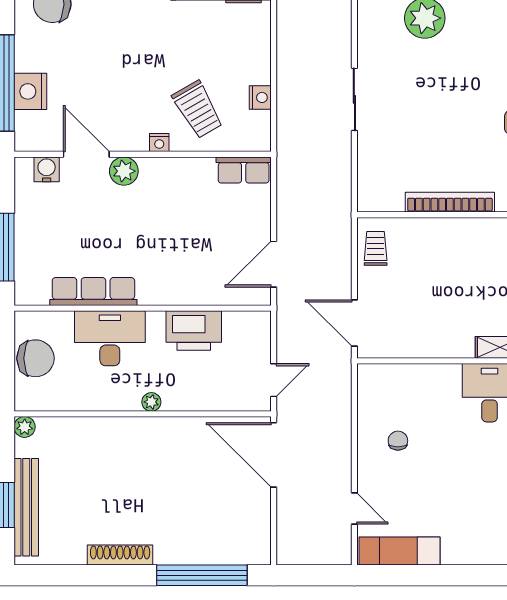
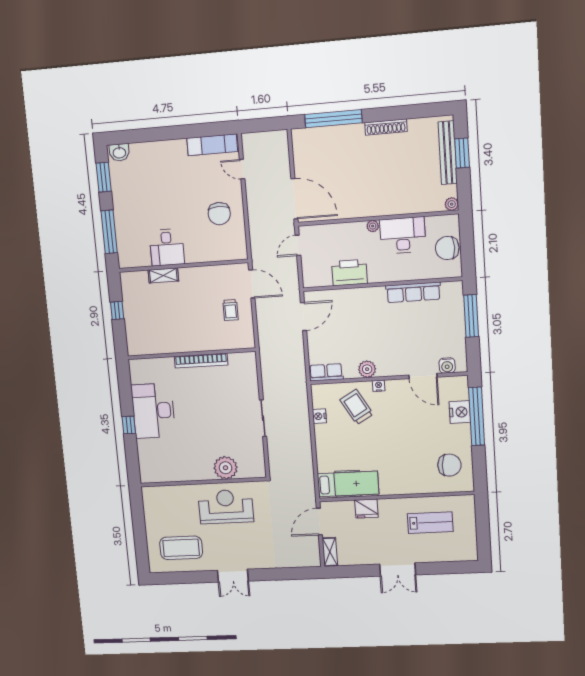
plant: (124, 171) -> (367, 369), moved
trolley: (376, 248) -> (230, 310), moved
desk: (110, 338) -> (403, 235), moved, turned 180
chair: (398, 441) -> (219, 214), width x1.87, depth x1.87

